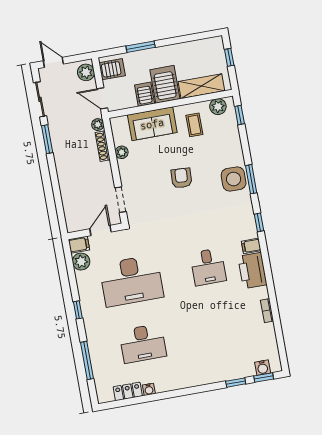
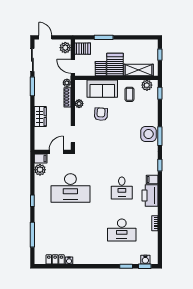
armchair: (181, 178) -> (101, 114), moved
wardrobe: (67, 182) -> (40, 117), added
desk: (143, 343) -> (122, 230), moved

